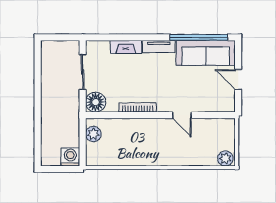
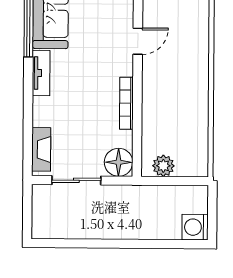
fireplace: (126, 47) -> (41, 149), moved
washing machine: (70, 157) -> (195, 227), moved

